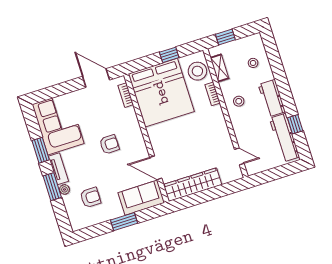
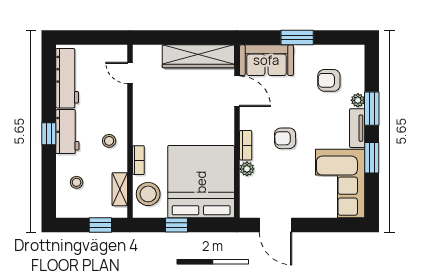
bookcase: (126, 95) -> (246, 145), moved
plant: (130, 113) -> (247, 169), added
window: (295, 124) -> (49, 134), moved

